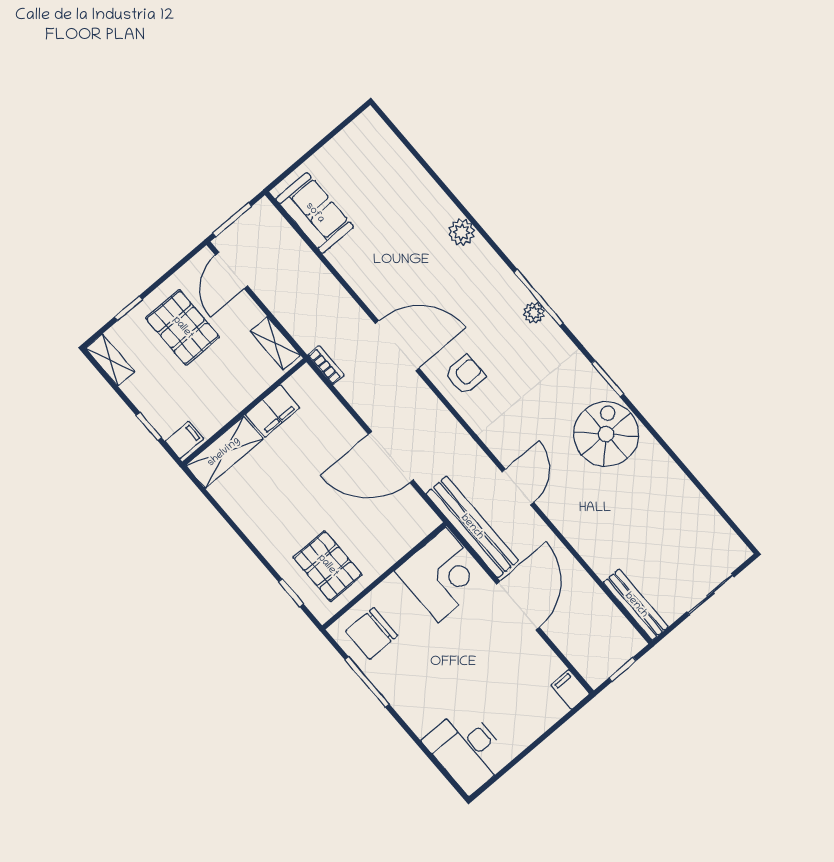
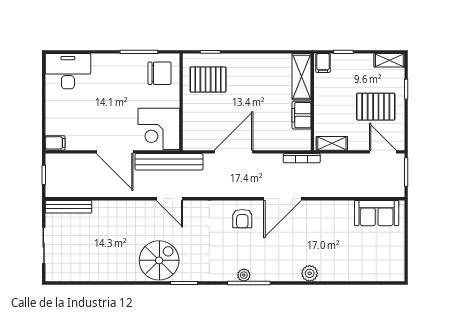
bookcase: (326, 365) -> (302, 158), width x1.56
spiral stairs: (606, 434) -> (159, 260), turned -90
chair: (372, 633) -> (160, 73), turned 90

